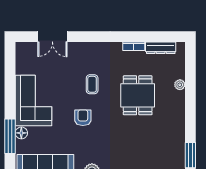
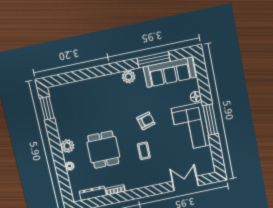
plant: (177, 108) -> (67, 146), added
armchair: (83, 118) -> (146, 121), turned -105
window: (10, 136) -> (210, 120), moved

